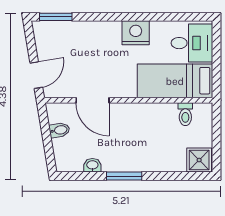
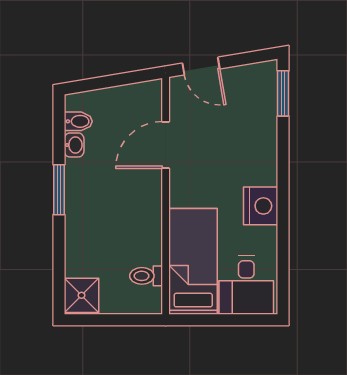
bidet: (59, 130) -> (78, 121), moved, turned -81

